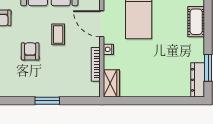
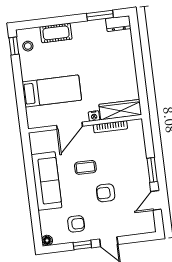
dresser: (198, 80) -> (118, 24), width x0.70
wardrobe: (111, 83) -> (120, 110), width x1.50
door: (16, 101) -> (156, 200), added

